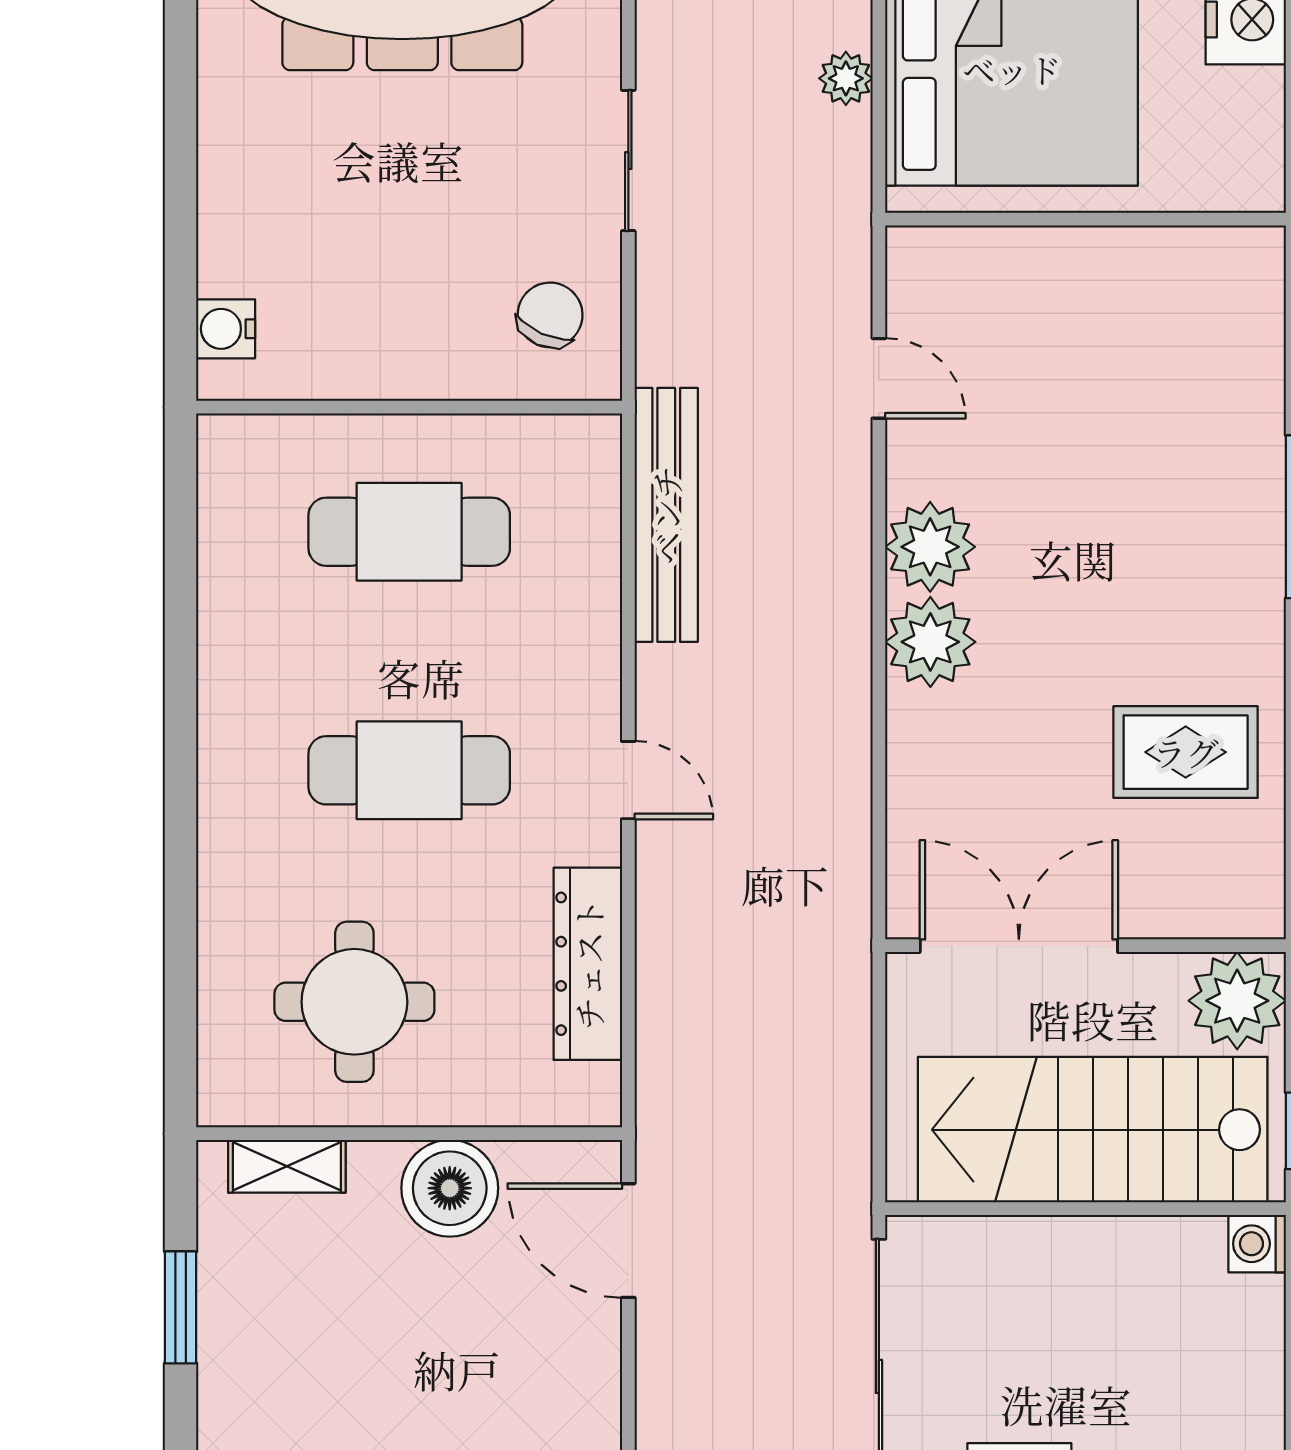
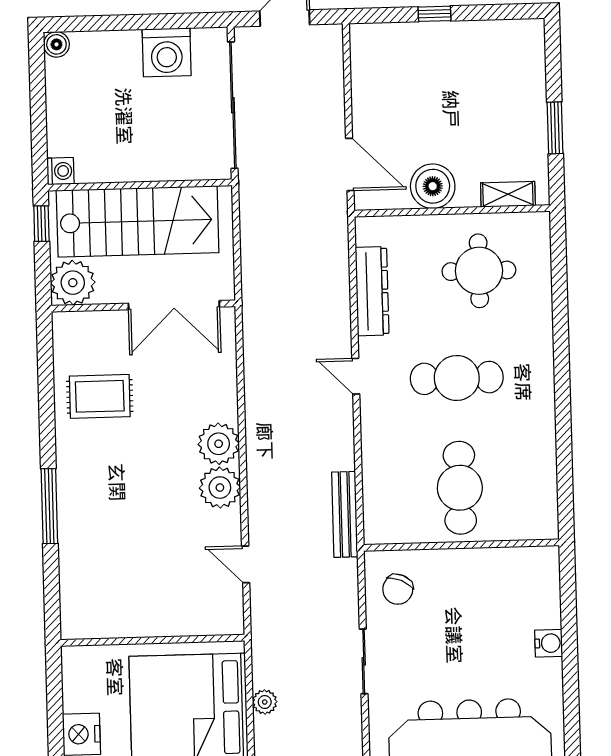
water cooler: (226, 329) -> (549, 643), moved
bench: (666, 515) -> (345, 514), width x0.73, depth x0.82
cafe table: (409, 532) -> (460, 488), turned 90

